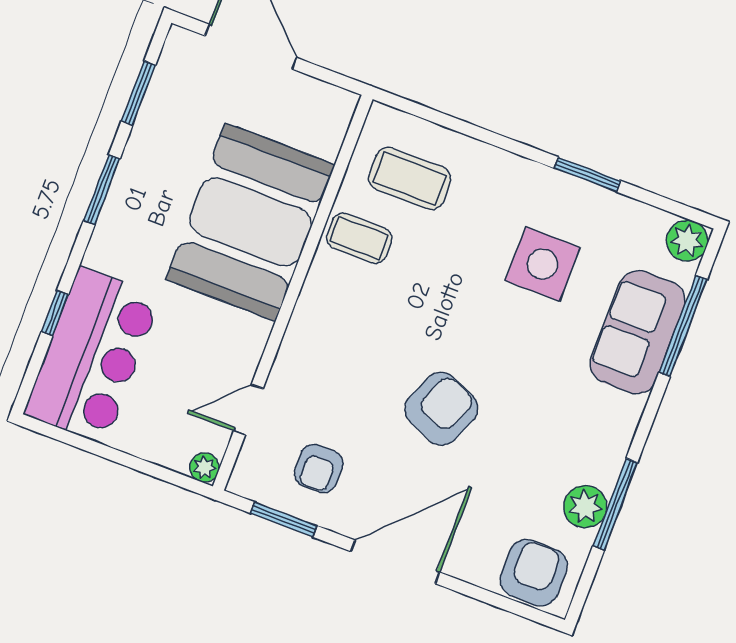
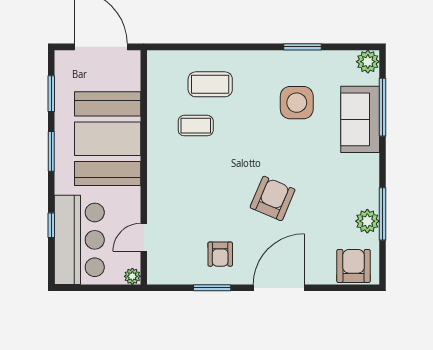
booth: (250, 222) -> (108, 139), moved
wall: (293, 293) -> (144, 167), moved
door: (248, 410) -> (144, 237), moved
plant: (204, 468) -> (132, 276), moved

